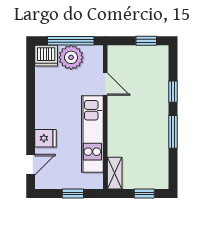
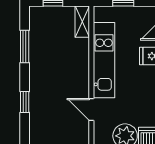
window: (173, 132) -> (25, 47), moved

